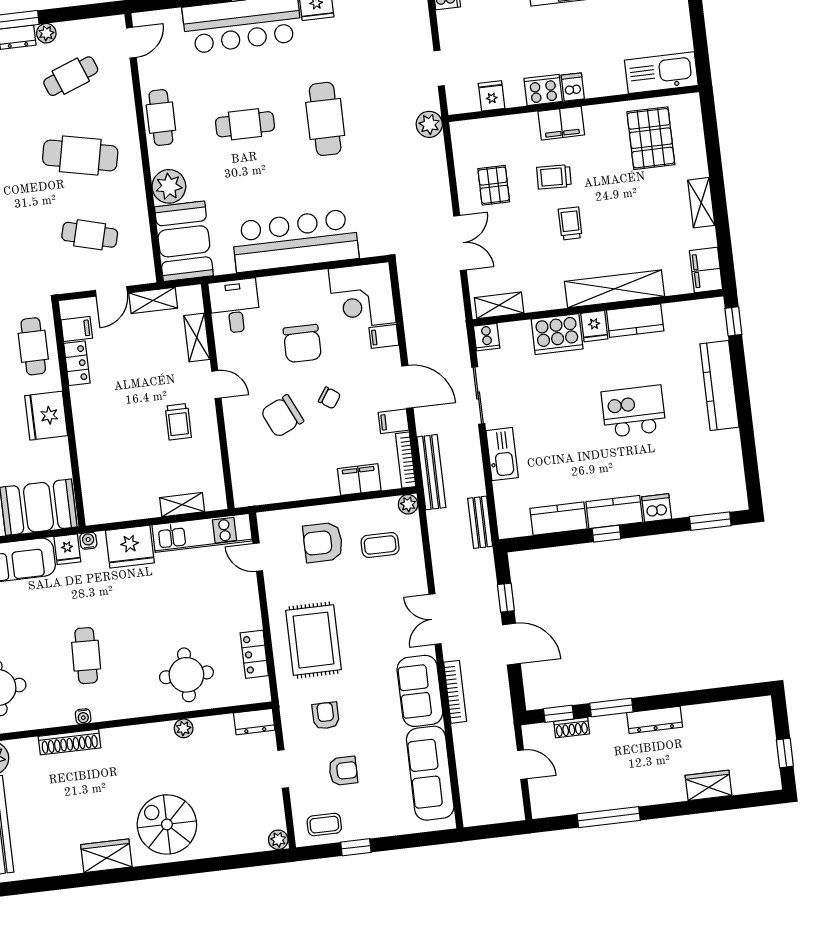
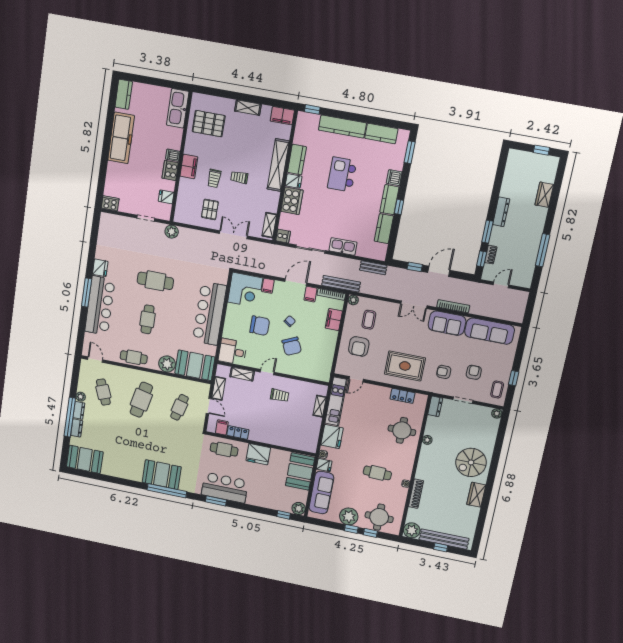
pallet: (494, 185) -> (210, 209), turned 90
kitchen counter: (728, 460) -> (381, 133), added

